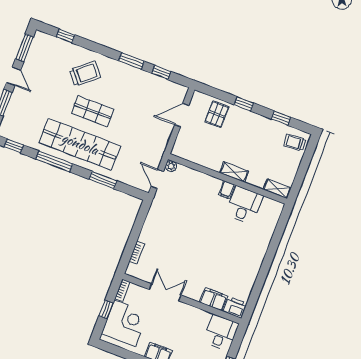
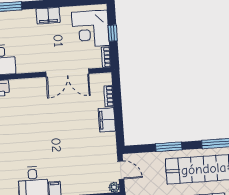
double door: (165, 292) -> (67, 73), width x1.37
filing cabinet: (213, 299) -> (107, 120), moved, turned 90

